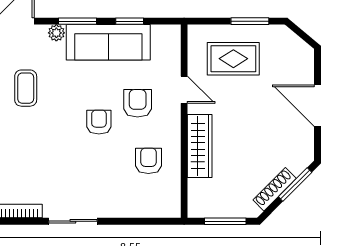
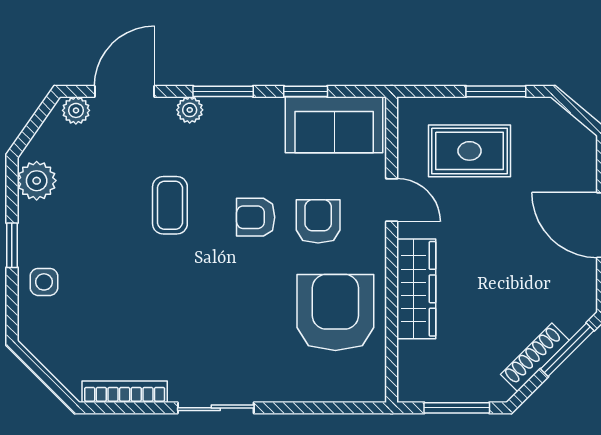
sofa: (108, 42) -> (334, 125), moved, width x0.73
coffee table: (26, 88) -> (170, 205), moved
armchair: (99, 122) -> (256, 217), moved, turned -90
armchair: (148, 161) -> (335, 312), width x1.88, depth x1.88

